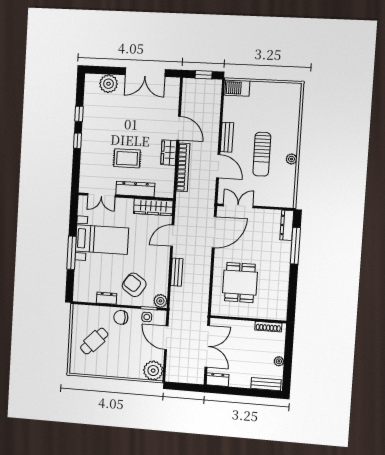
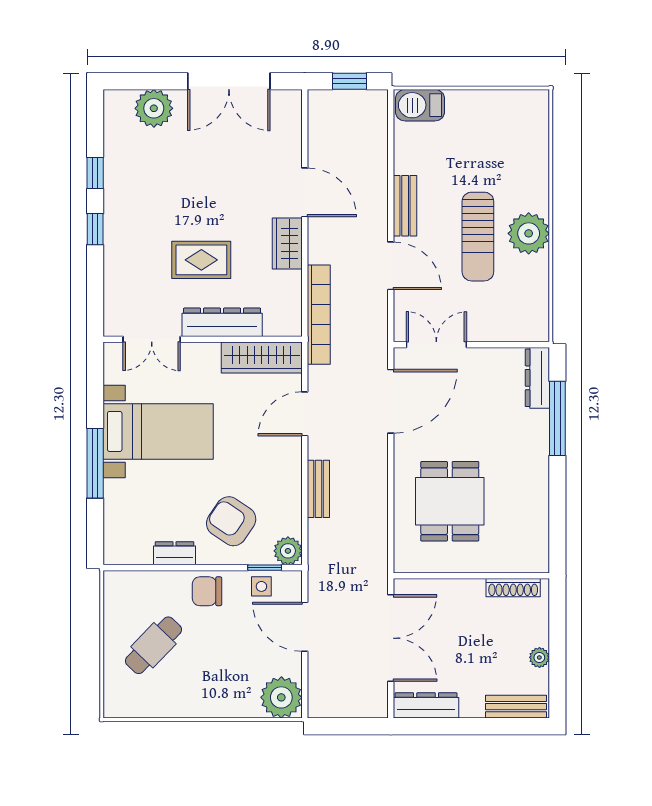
plant: (291, 159) -> (529, 233), width x1.87, depth x1.87
bookcase: (183, 167) -> (319, 315), moved
dresser: (217, 380) -> (426, 705), width x1.44

